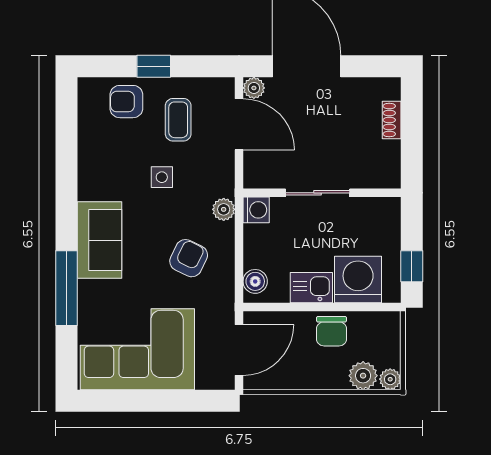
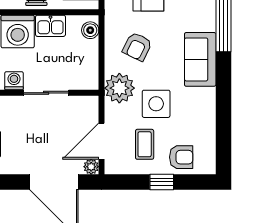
door: (239, 124) -> (102, 141), hinge flipped
side table: (162, 177) -> (156, 104), width x1.87, depth x1.87
plant: (224, 209) -> (119, 88), width x1.87, depth x1.87
washing machine: (256, 210) -> (14, 81), moved, turned 90

